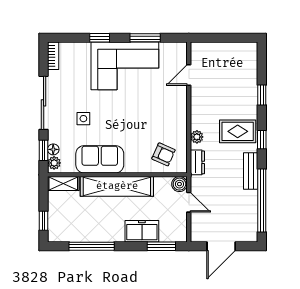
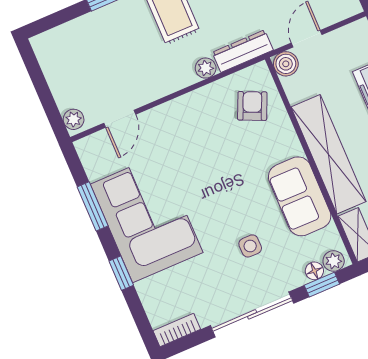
plant: (200, 48) -> (74, 119), added
door: (189, 75) -> (120, 119), hinge flipped
dresser: (197, 162) -> (243, 51), width x1.44

